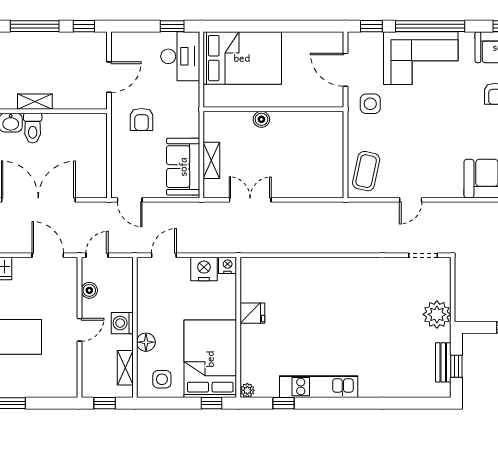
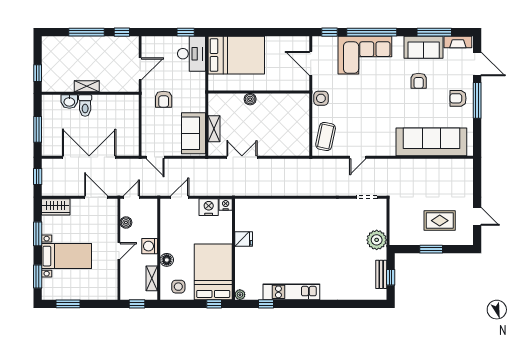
side table: (370, 104) -> (321, 98), moved

